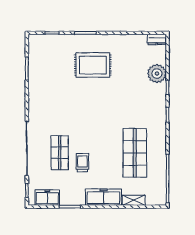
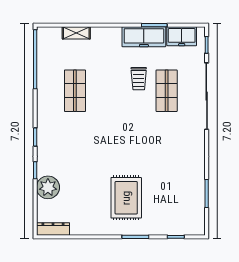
dresser: (157, 39) -> (53, 229), width x1.44
rug: (93, 65) -> (126, 198), turned 90
shop shelf: (135, 153) -> (75, 91), width x0.70, depth x0.74
freezer: (103, 197) -> (144, 37), moved

